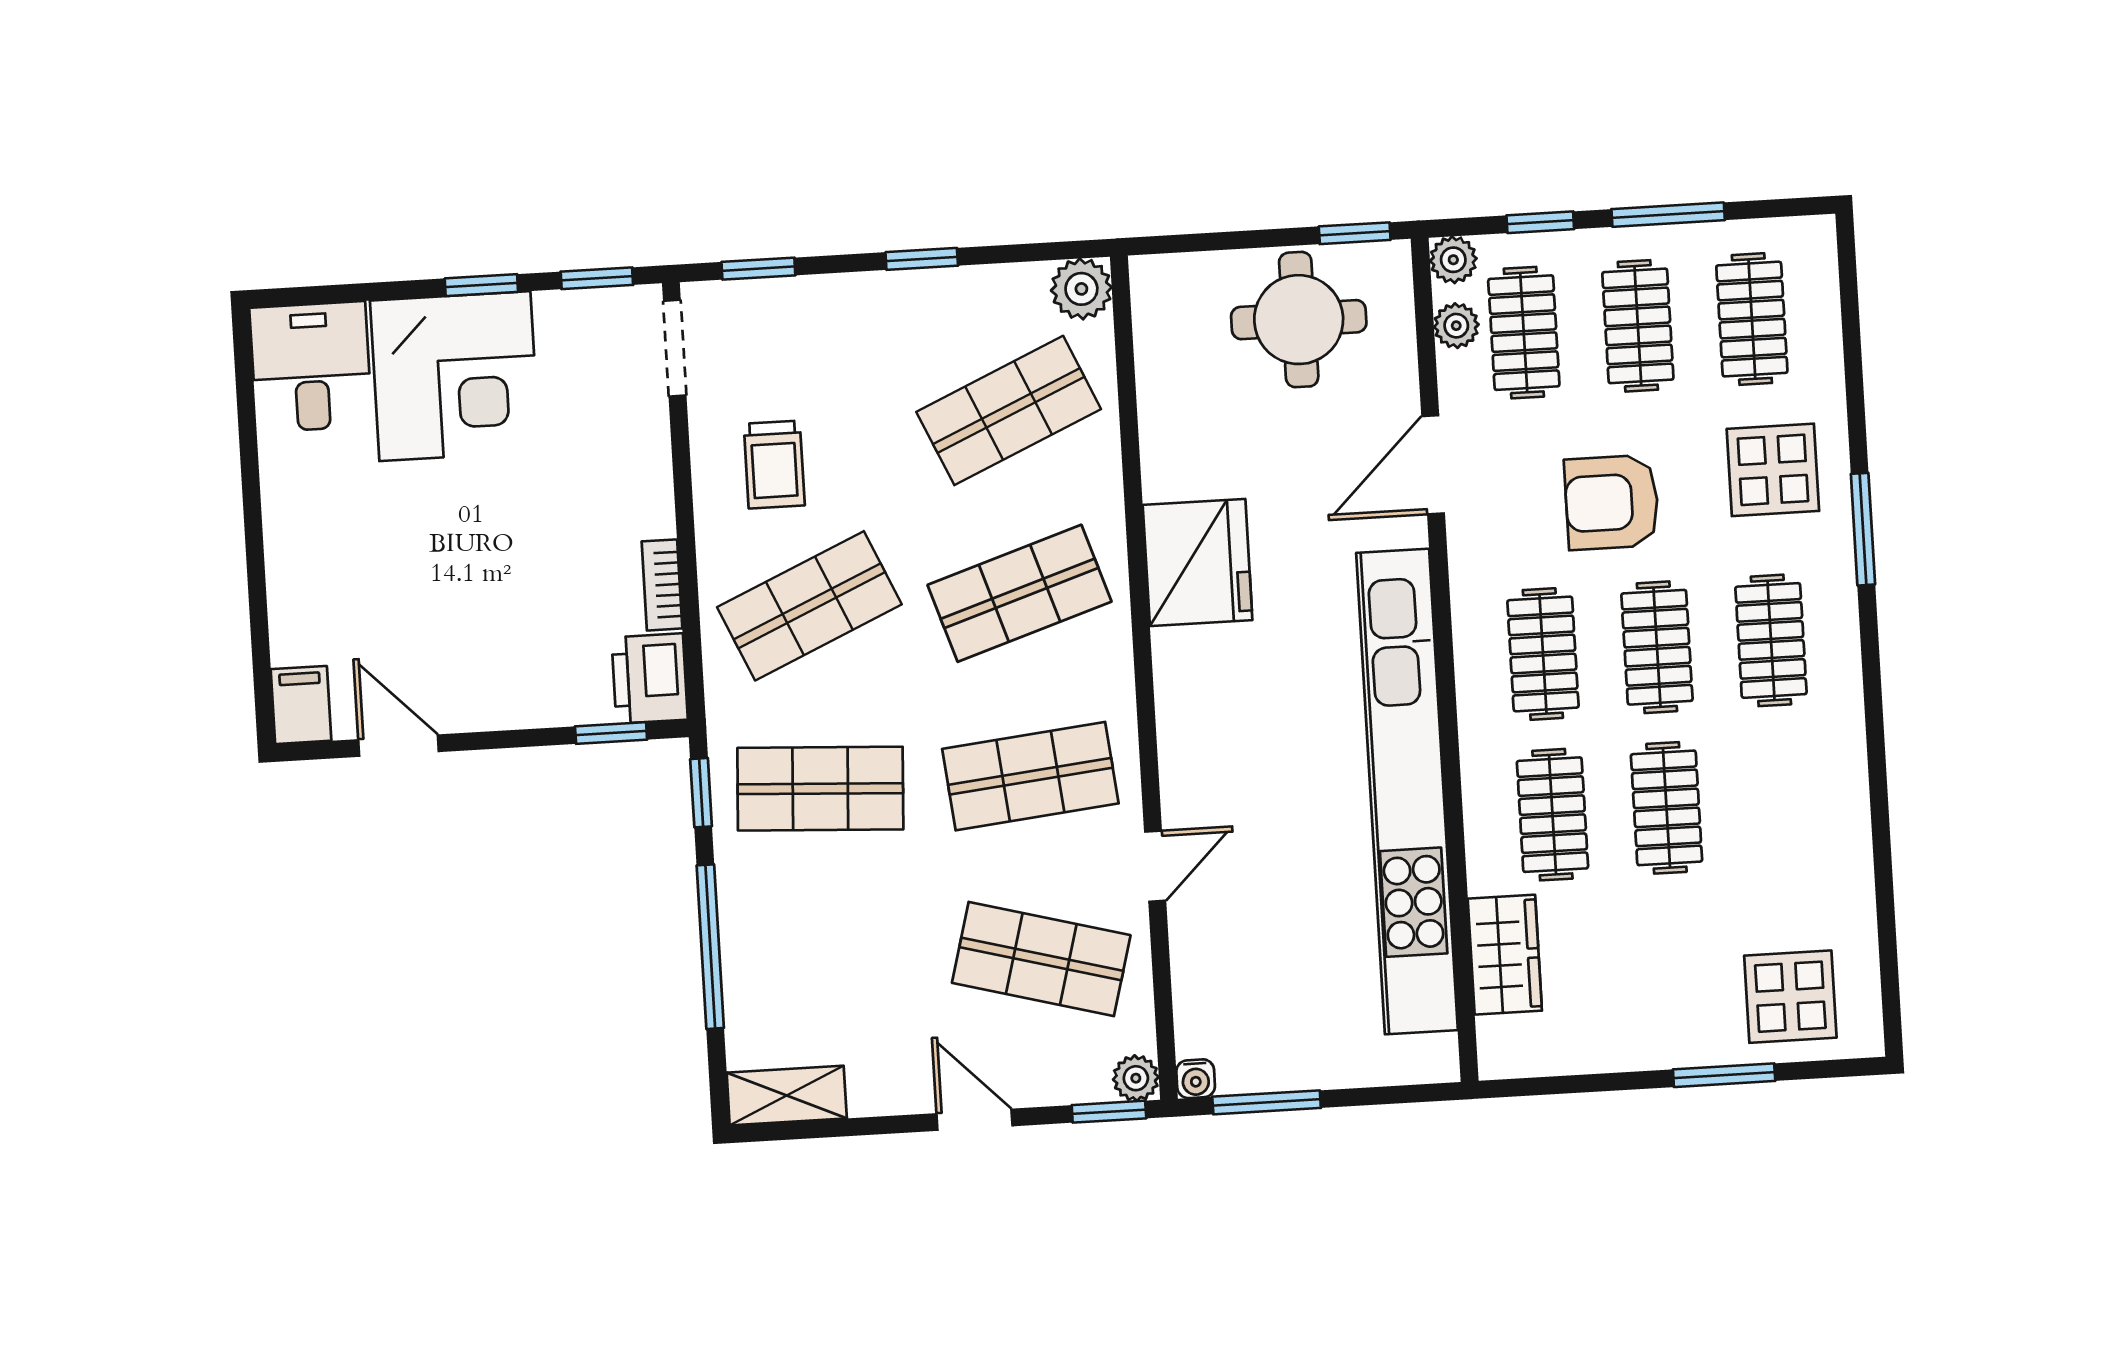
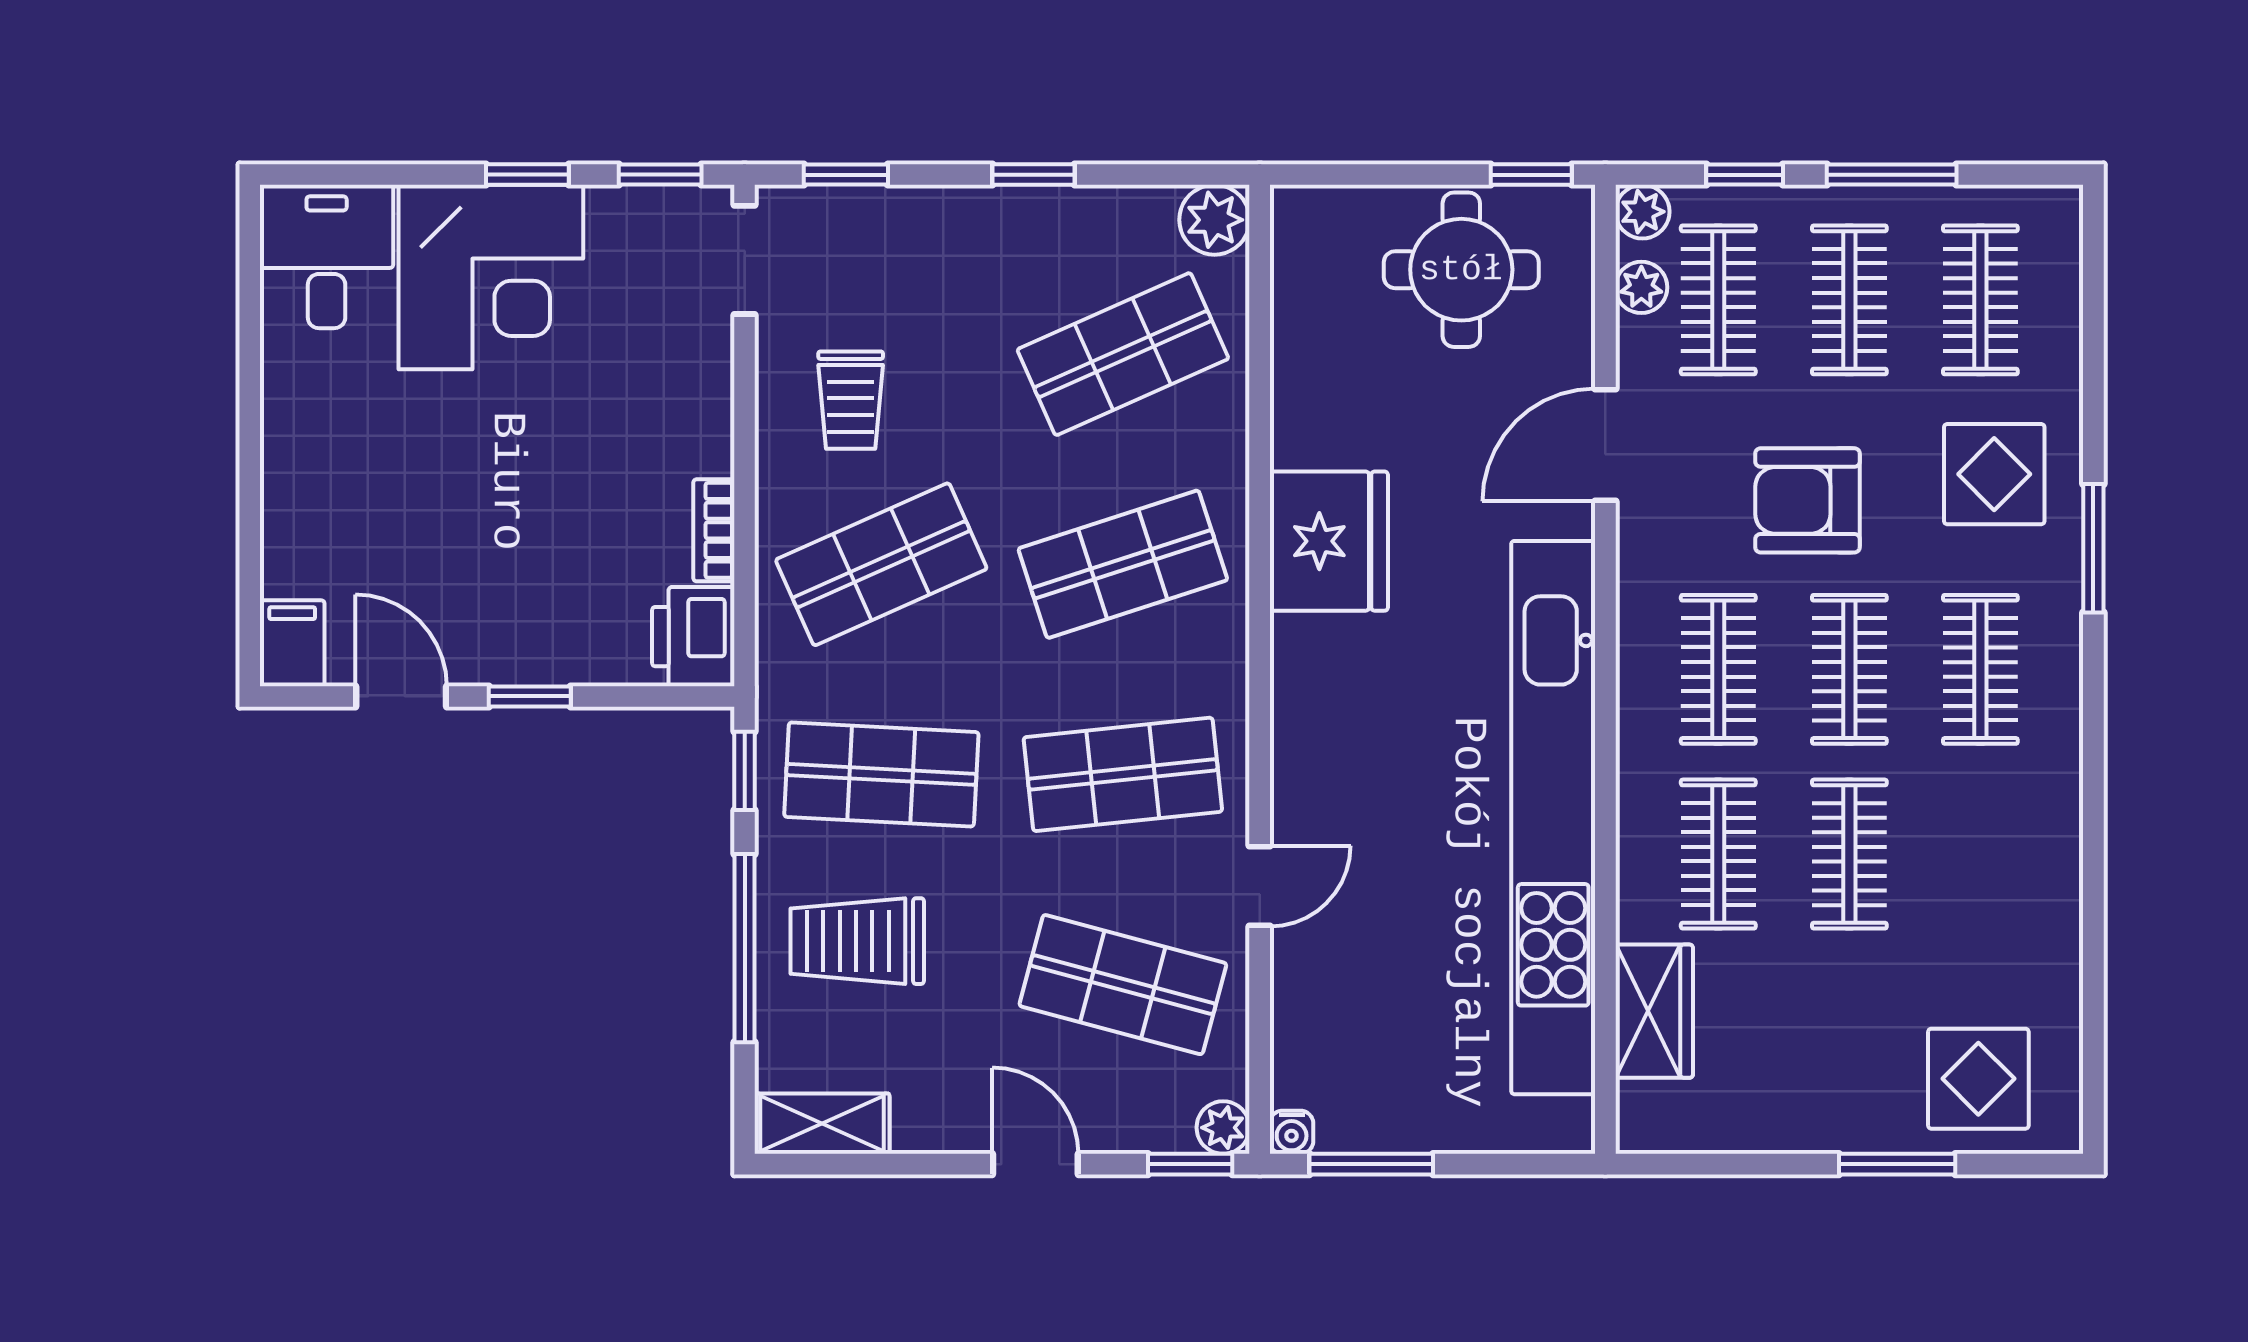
window: (611, 733) -> (530, 696), moved
trolley: (808, 935) -> (857, 941), added

